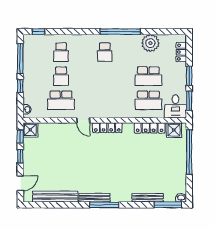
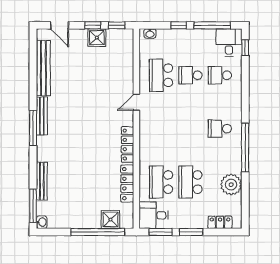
desk: (34, 45) -> (229, 43), added
locker: (107, 128) -> (128, 145), moved
shower: (30, 130) -> (97, 38), moved
shower: (174, 130) -> (110, 220), moved

